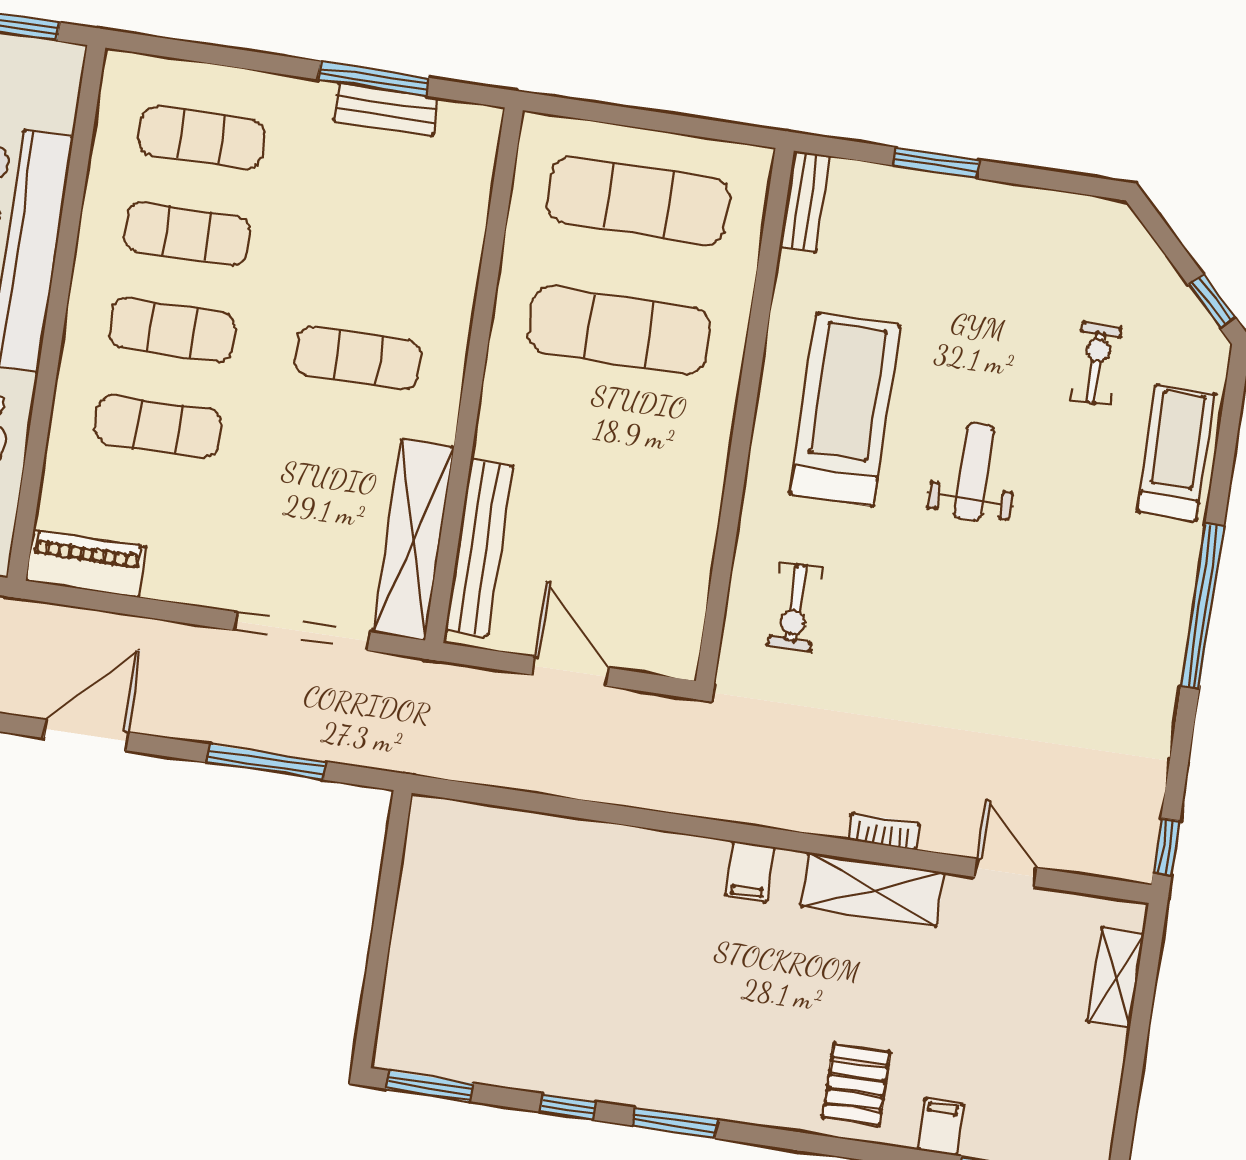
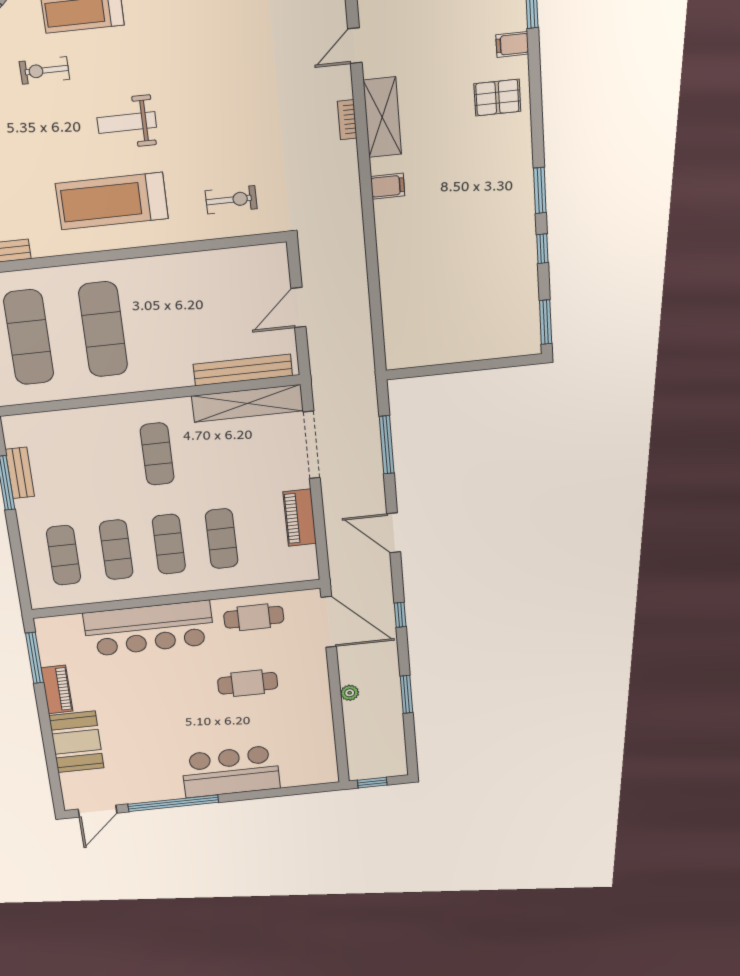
piano: (86, 564) -> (300, 518), moved

